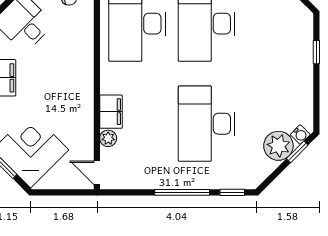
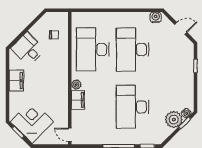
plant: (108, 138) -> (76, 85), moved

